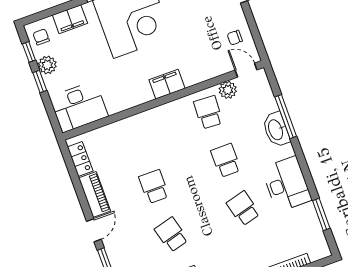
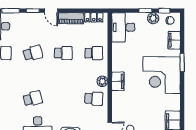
plant: (228, 90) -> (102, 81), moved
school desk: (226, 160) -> (94, 53), moved

